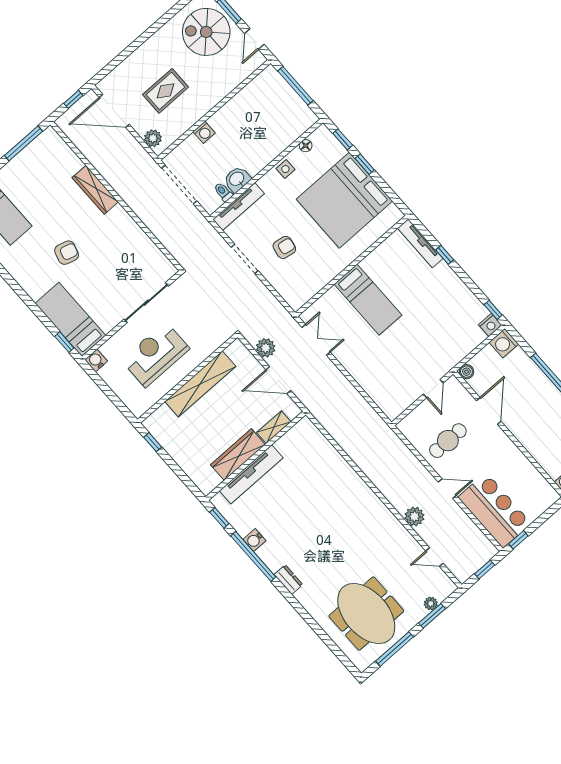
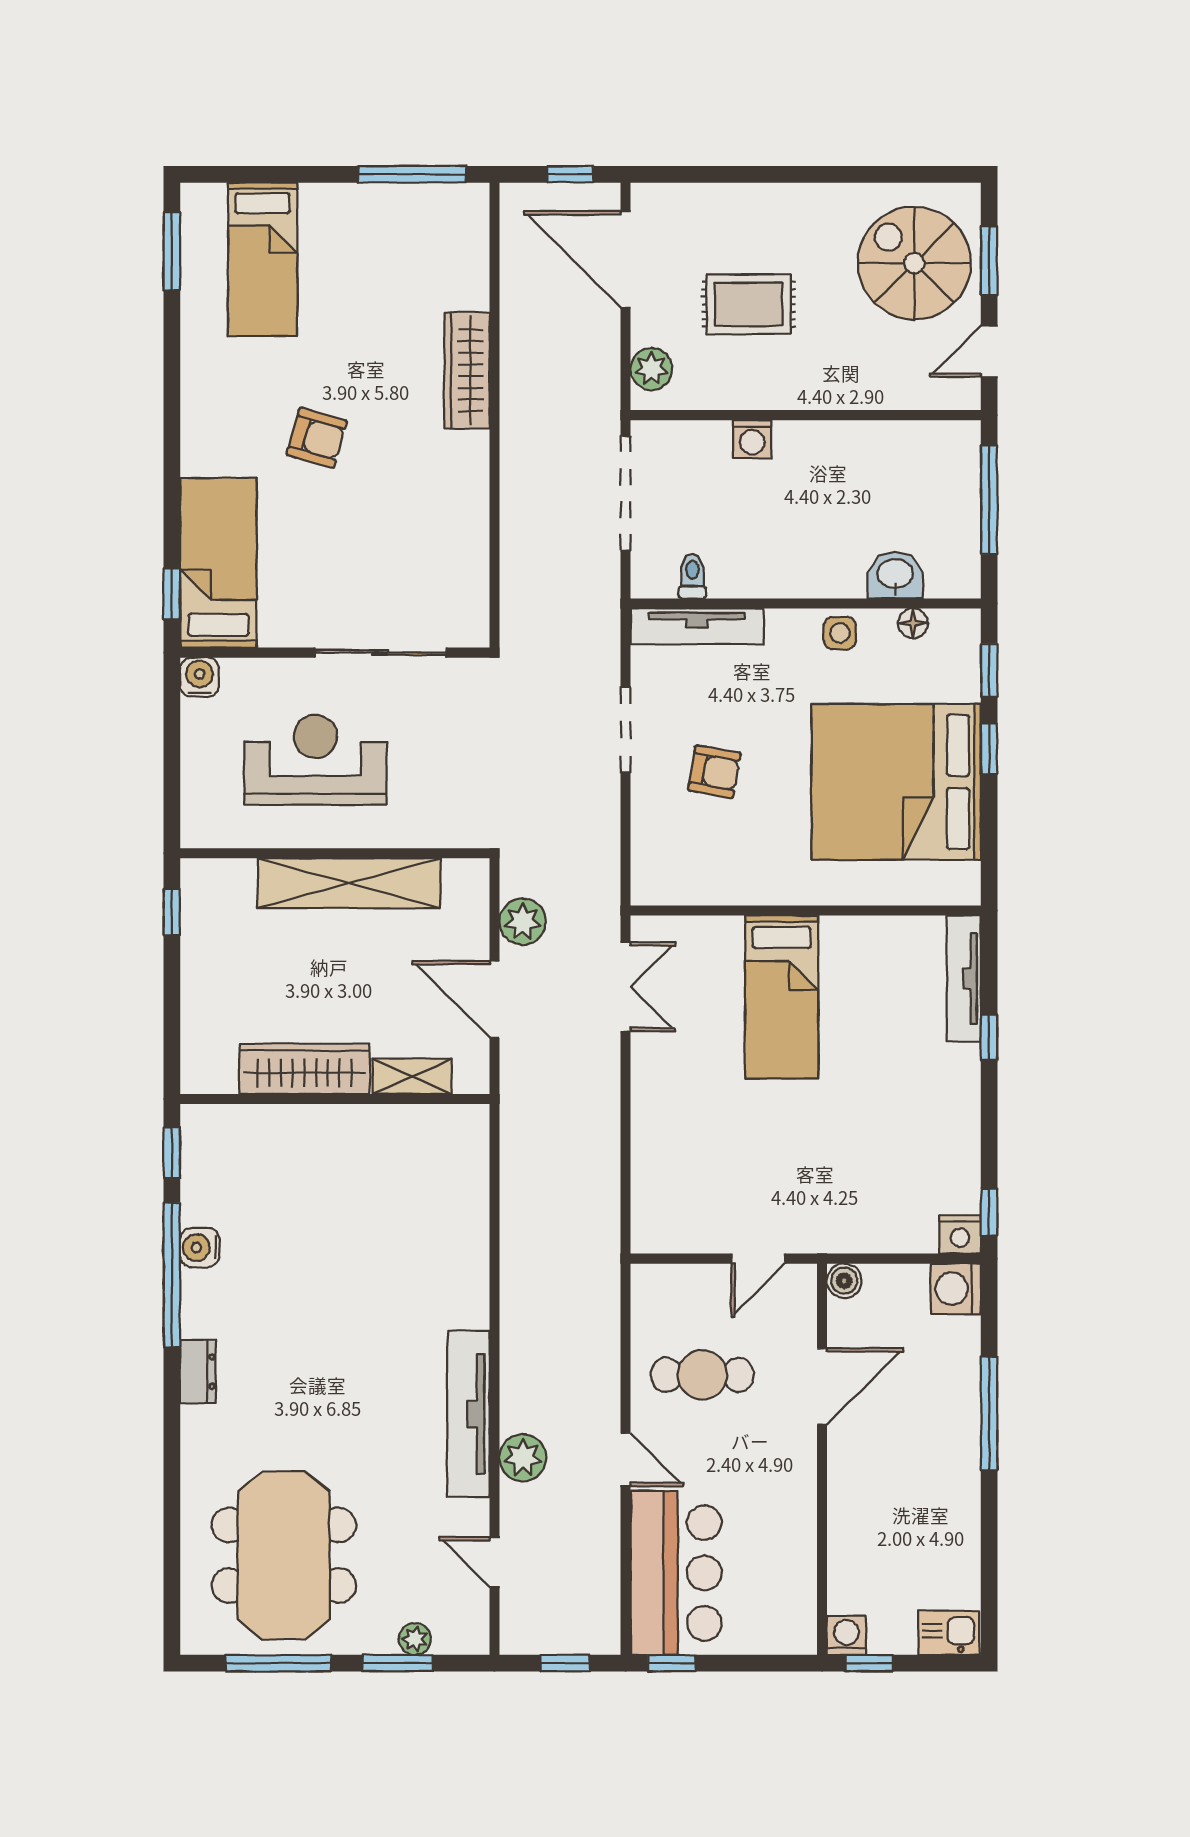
washbasin: (237, 179) -> (895, 575), moved
tv unit: (251, 474) -> (468, 1414), moved, turned 90

